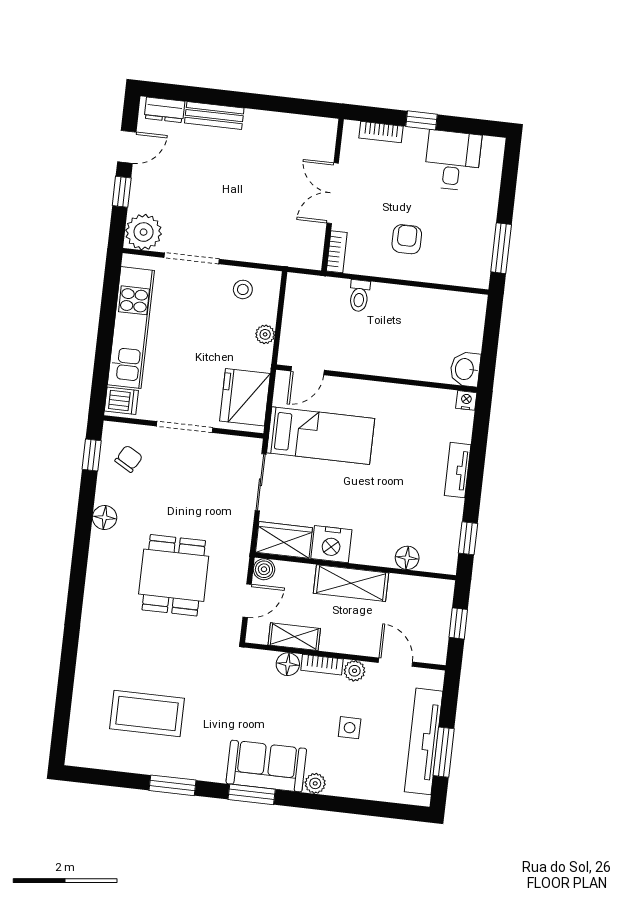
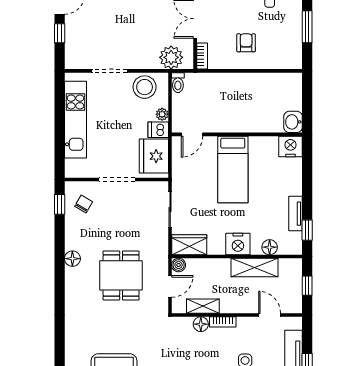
plant: (144, 232) -> (171, 57), moved
window: (501, 248) -> (307, 27), moved
stool: (243, 289) -> (145, 87), width x1.89, depth x1.89
toilet: (359, 296) -> (178, 83), moved
nightstand: (466, 400) -> (291, 147), width x1.89, depth x1.79
dishwasher: (121, 401) -> (158, 130), moved, turned 180
bed: (321, 436) -> (233, 170), moved, turned 90
tv unit: (458, 470) -> (296, 214), moved
floor lamp: (105, 518) -> (72, 259), moved
nightstand: (331, 544) -> (238, 244), moved
shelving: (351, 583) -> (255, 268), moved
plant: (355, 671) -> (244, 324), removed

